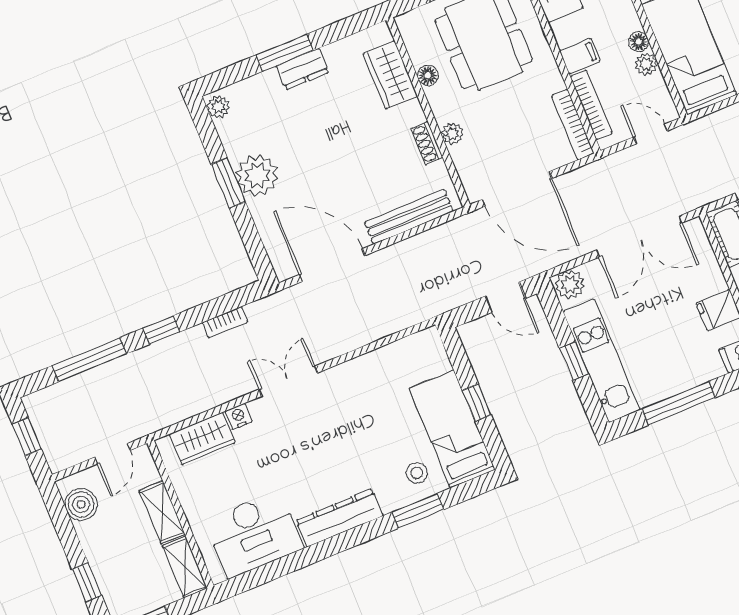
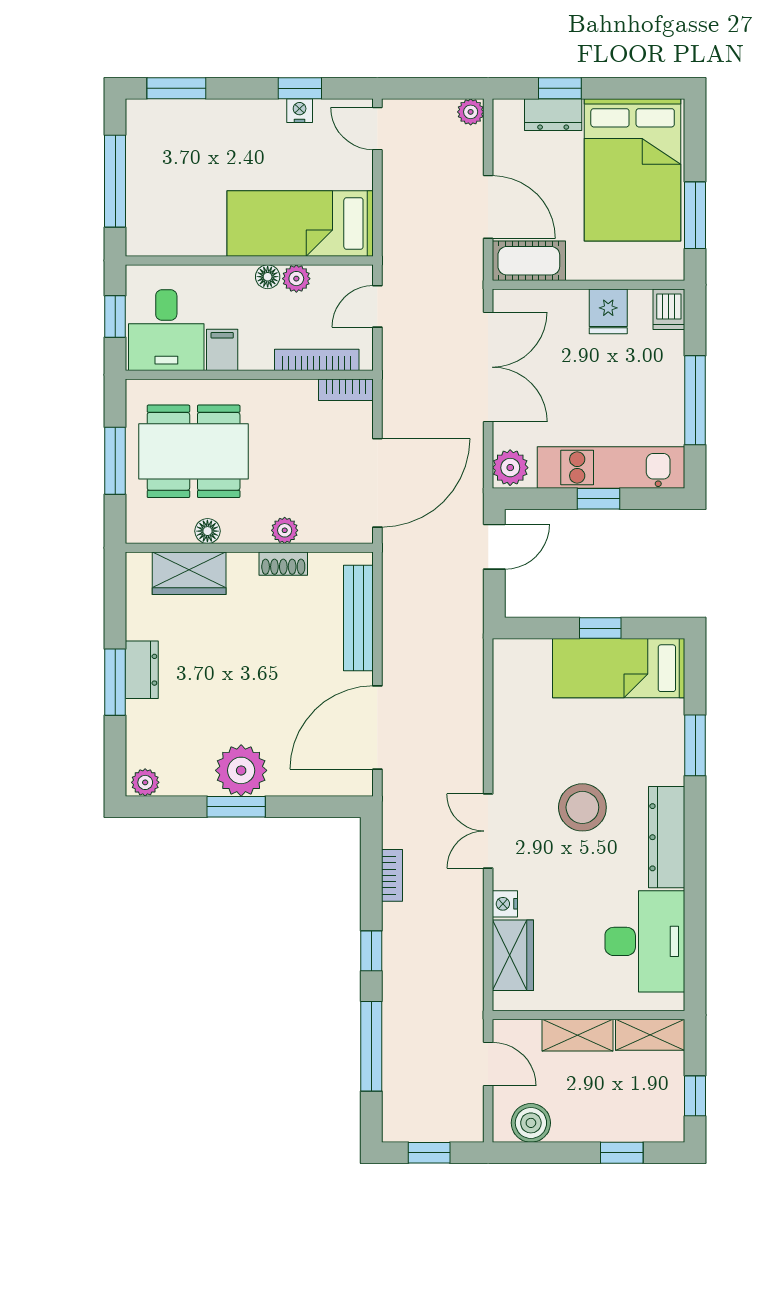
filing cabinet: (580, 56) -> (222, 350), moved
bookcase: (573, 125) -> (346, 390), width x0.64
stool: (417, 473) -> (582, 807), moved, width x1.89, depth x1.89

